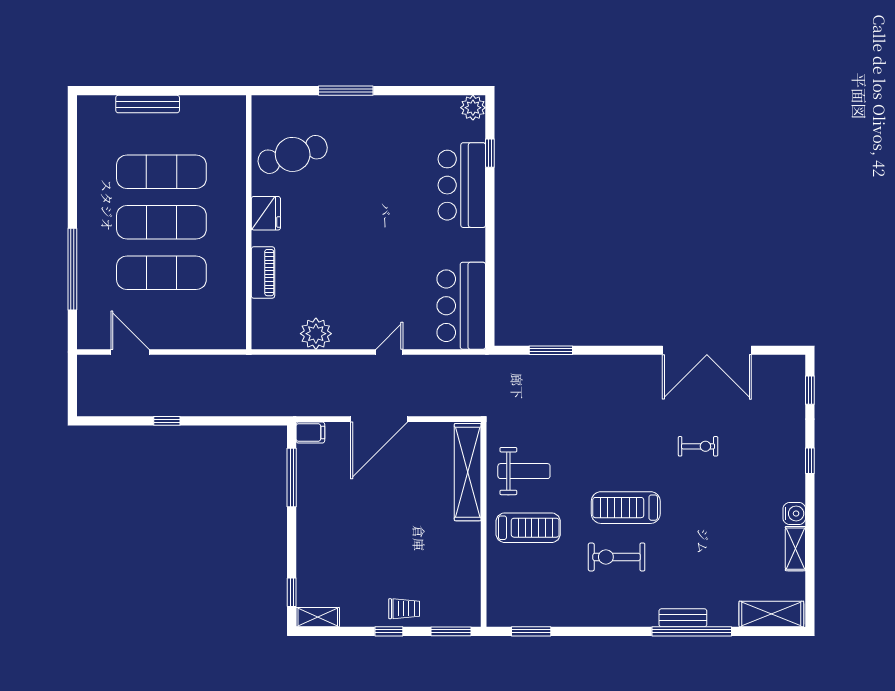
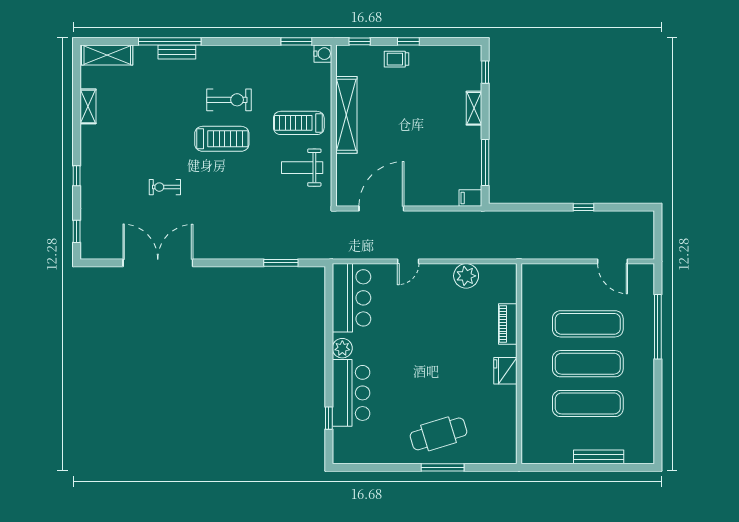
plant: (473, 108) -> (342, 348), moved
cafe table: (293, 154) -> (439, 434), moved
door: (379, 419) -> (381, 208), moved
shelving: (468, 472) -> (346, 115), moved
water cooler: (794, 513) -> (323, 54), moved, turned 180
shelving: (318, 617) -> (474, 108), moved, turned 90
window: (451, 631) -> (360, 41), width x0.67

